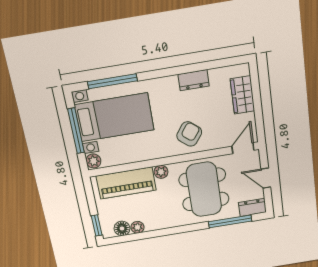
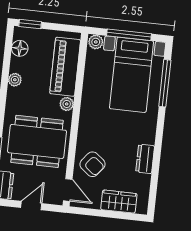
armchair: (189, 134) -> (93, 164), moved
plant: (137, 227) -> (15, 80), moved

